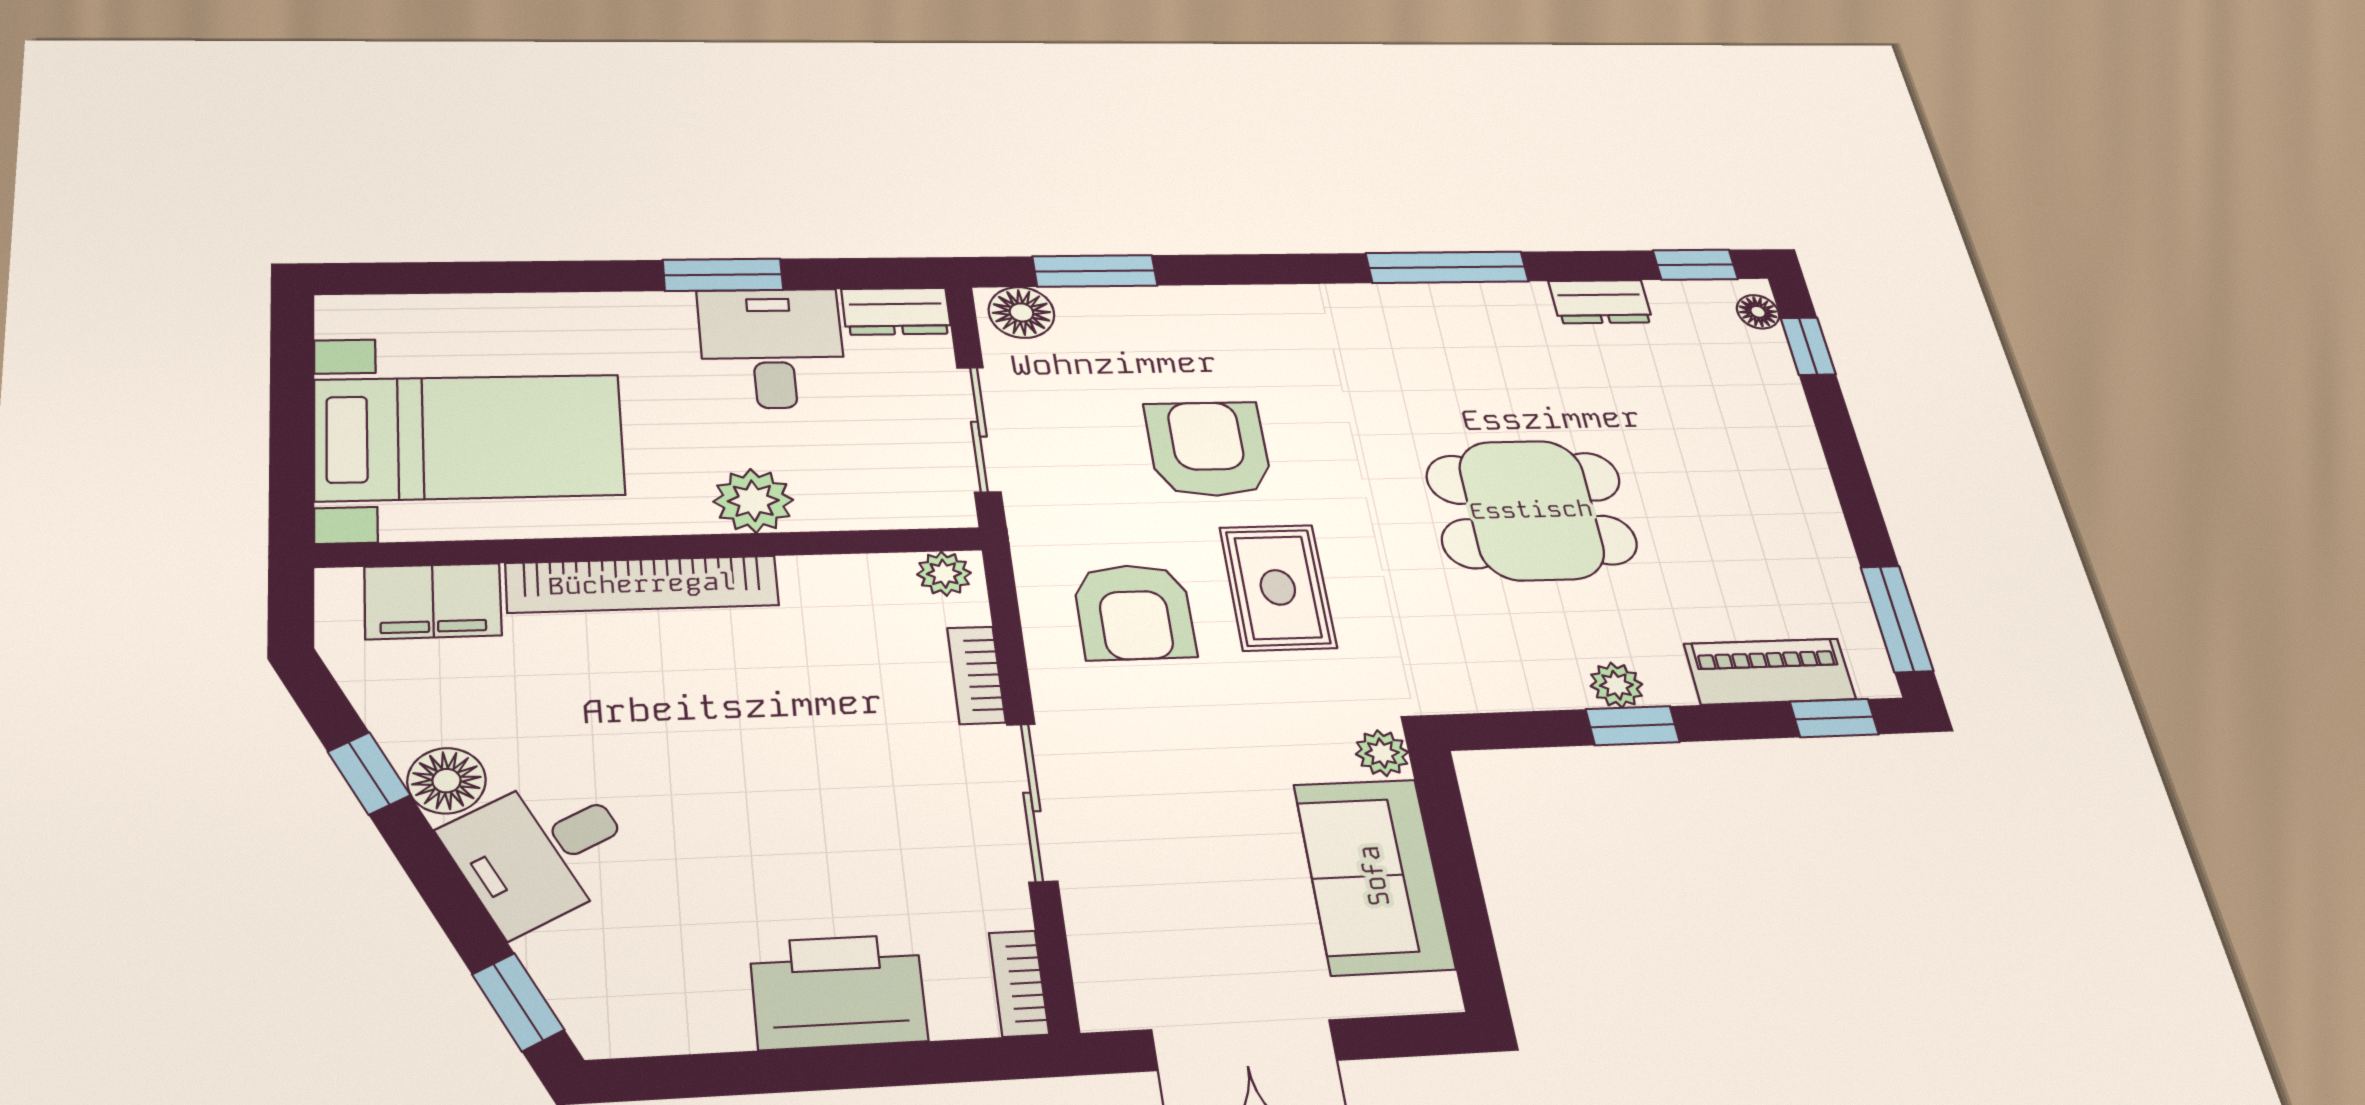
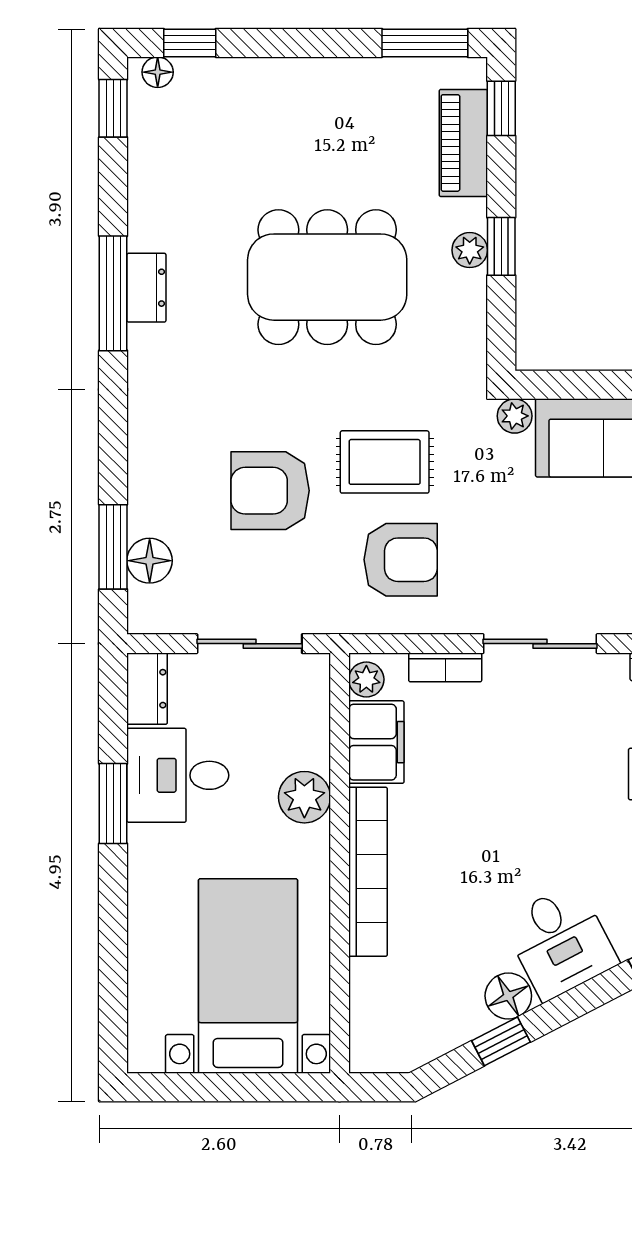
dresser: (1601, 302) -> (146, 288), moved
floor lamp: (1021, 312) -> (150, 561), moved
dining table: (1531, 510) -> (327, 277), width x1.38
filing cabinet: (433, 601) -> (376, 742), moved

